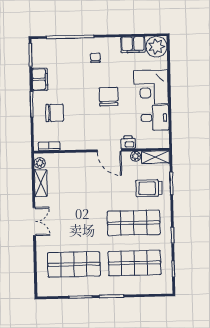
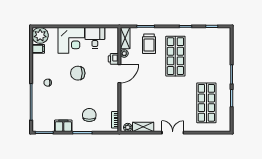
filing cabinet: (133, 45) -> (38, 49), width x0.50
shop shelf: (135, 263) -> (206, 56), removed

